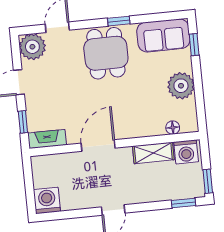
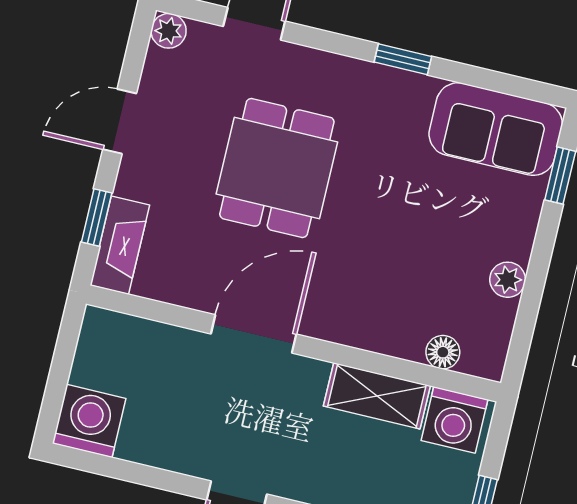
plant: (32, 47) -> (169, 31), width x0.53, depth x0.53
dining table: (106, 53) -> (277, 168), moved
plant: (181, 86) -> (508, 280), width x0.53, depth x0.53
fireplace: (47, 139) -> (120, 245), moved, turned 90

